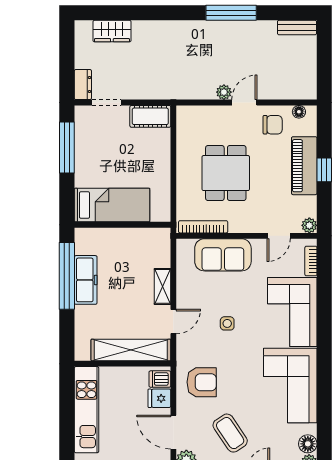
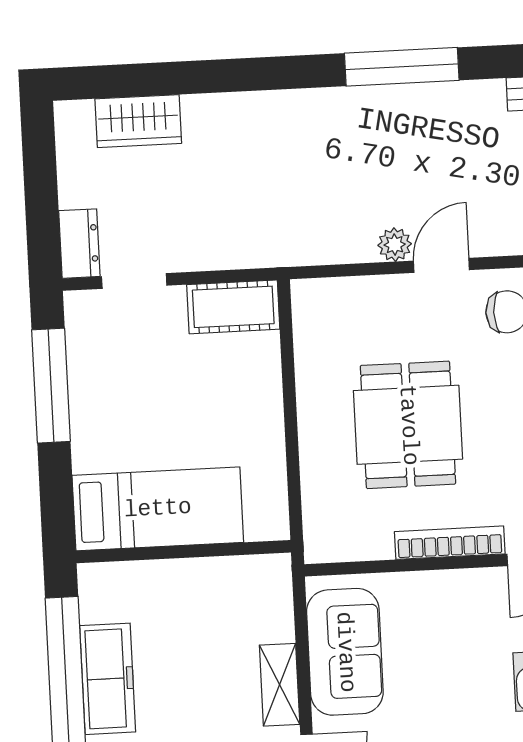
bookcase: (203, 227) -> (450, 543), moved
sofa: (223, 255) -> (345, 652), moved, turned -90

